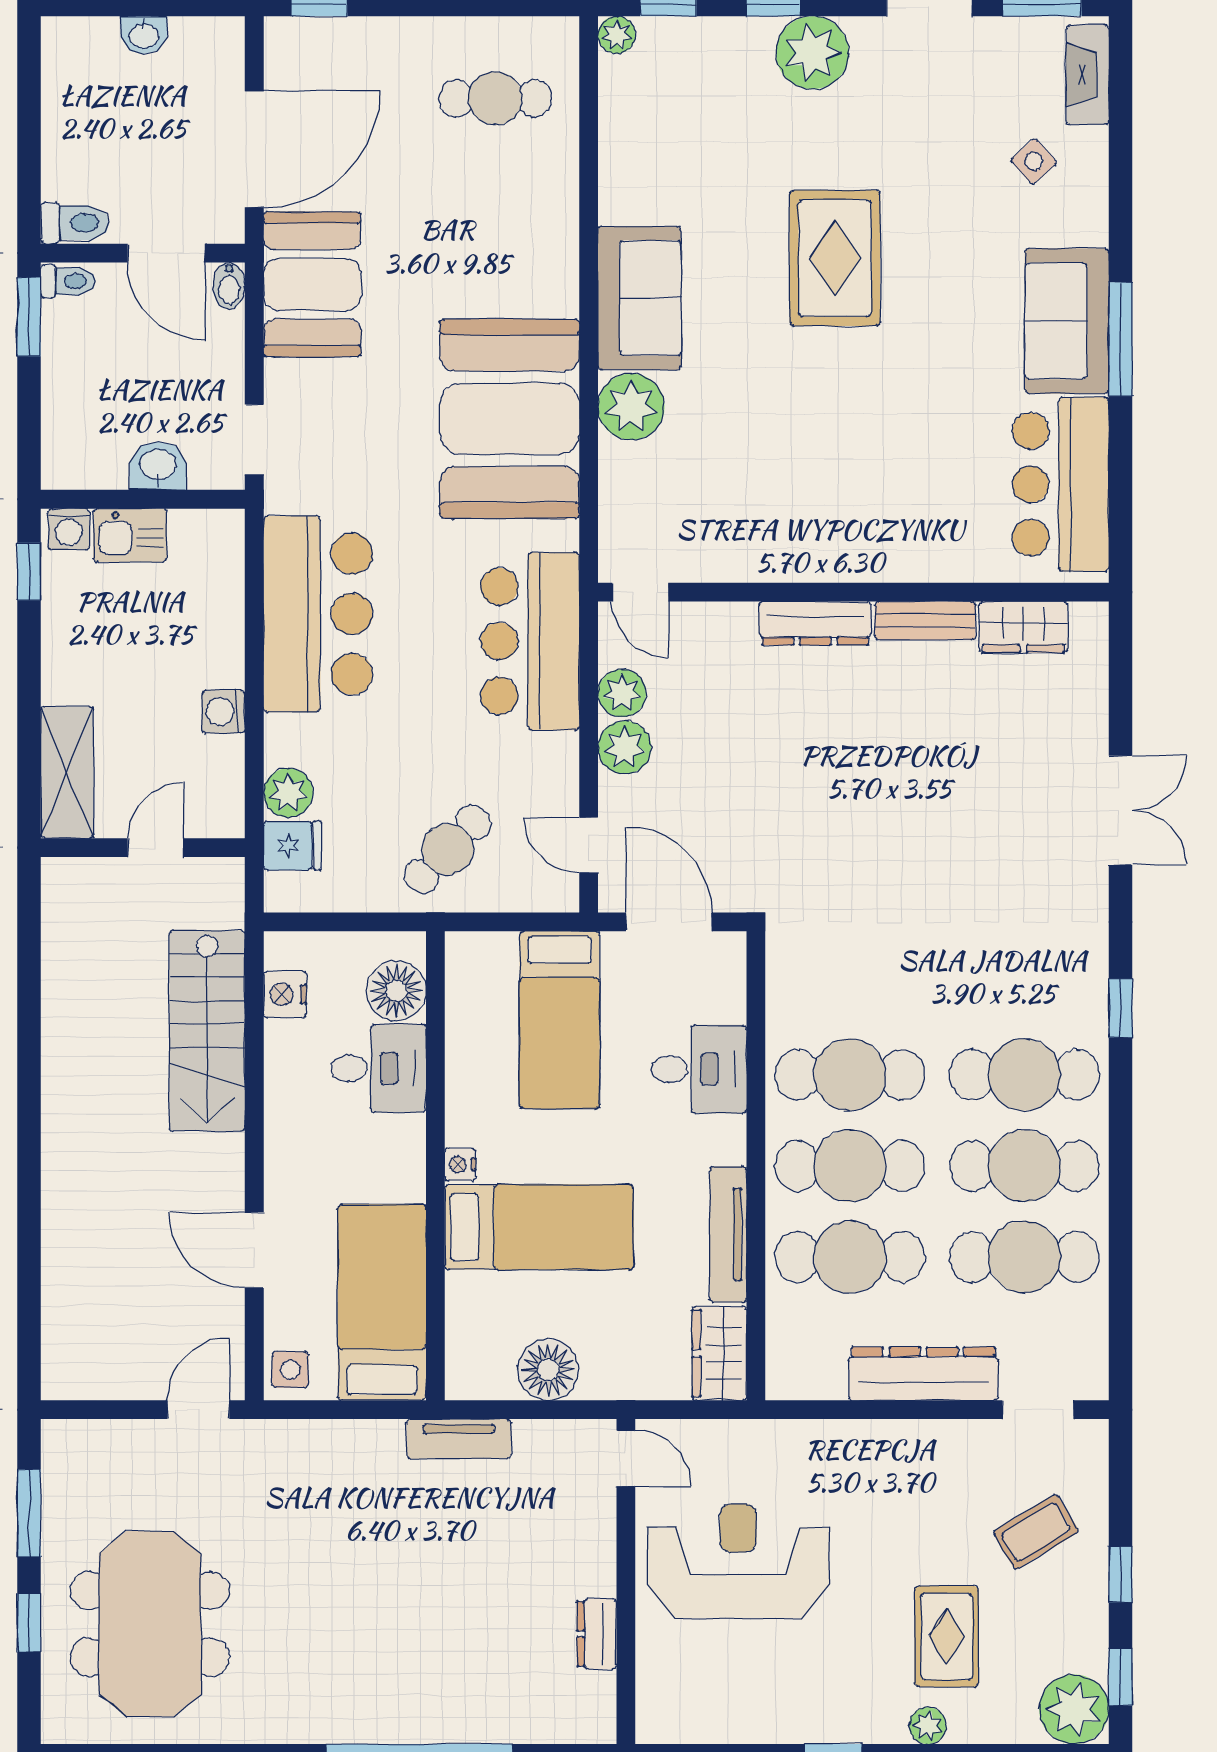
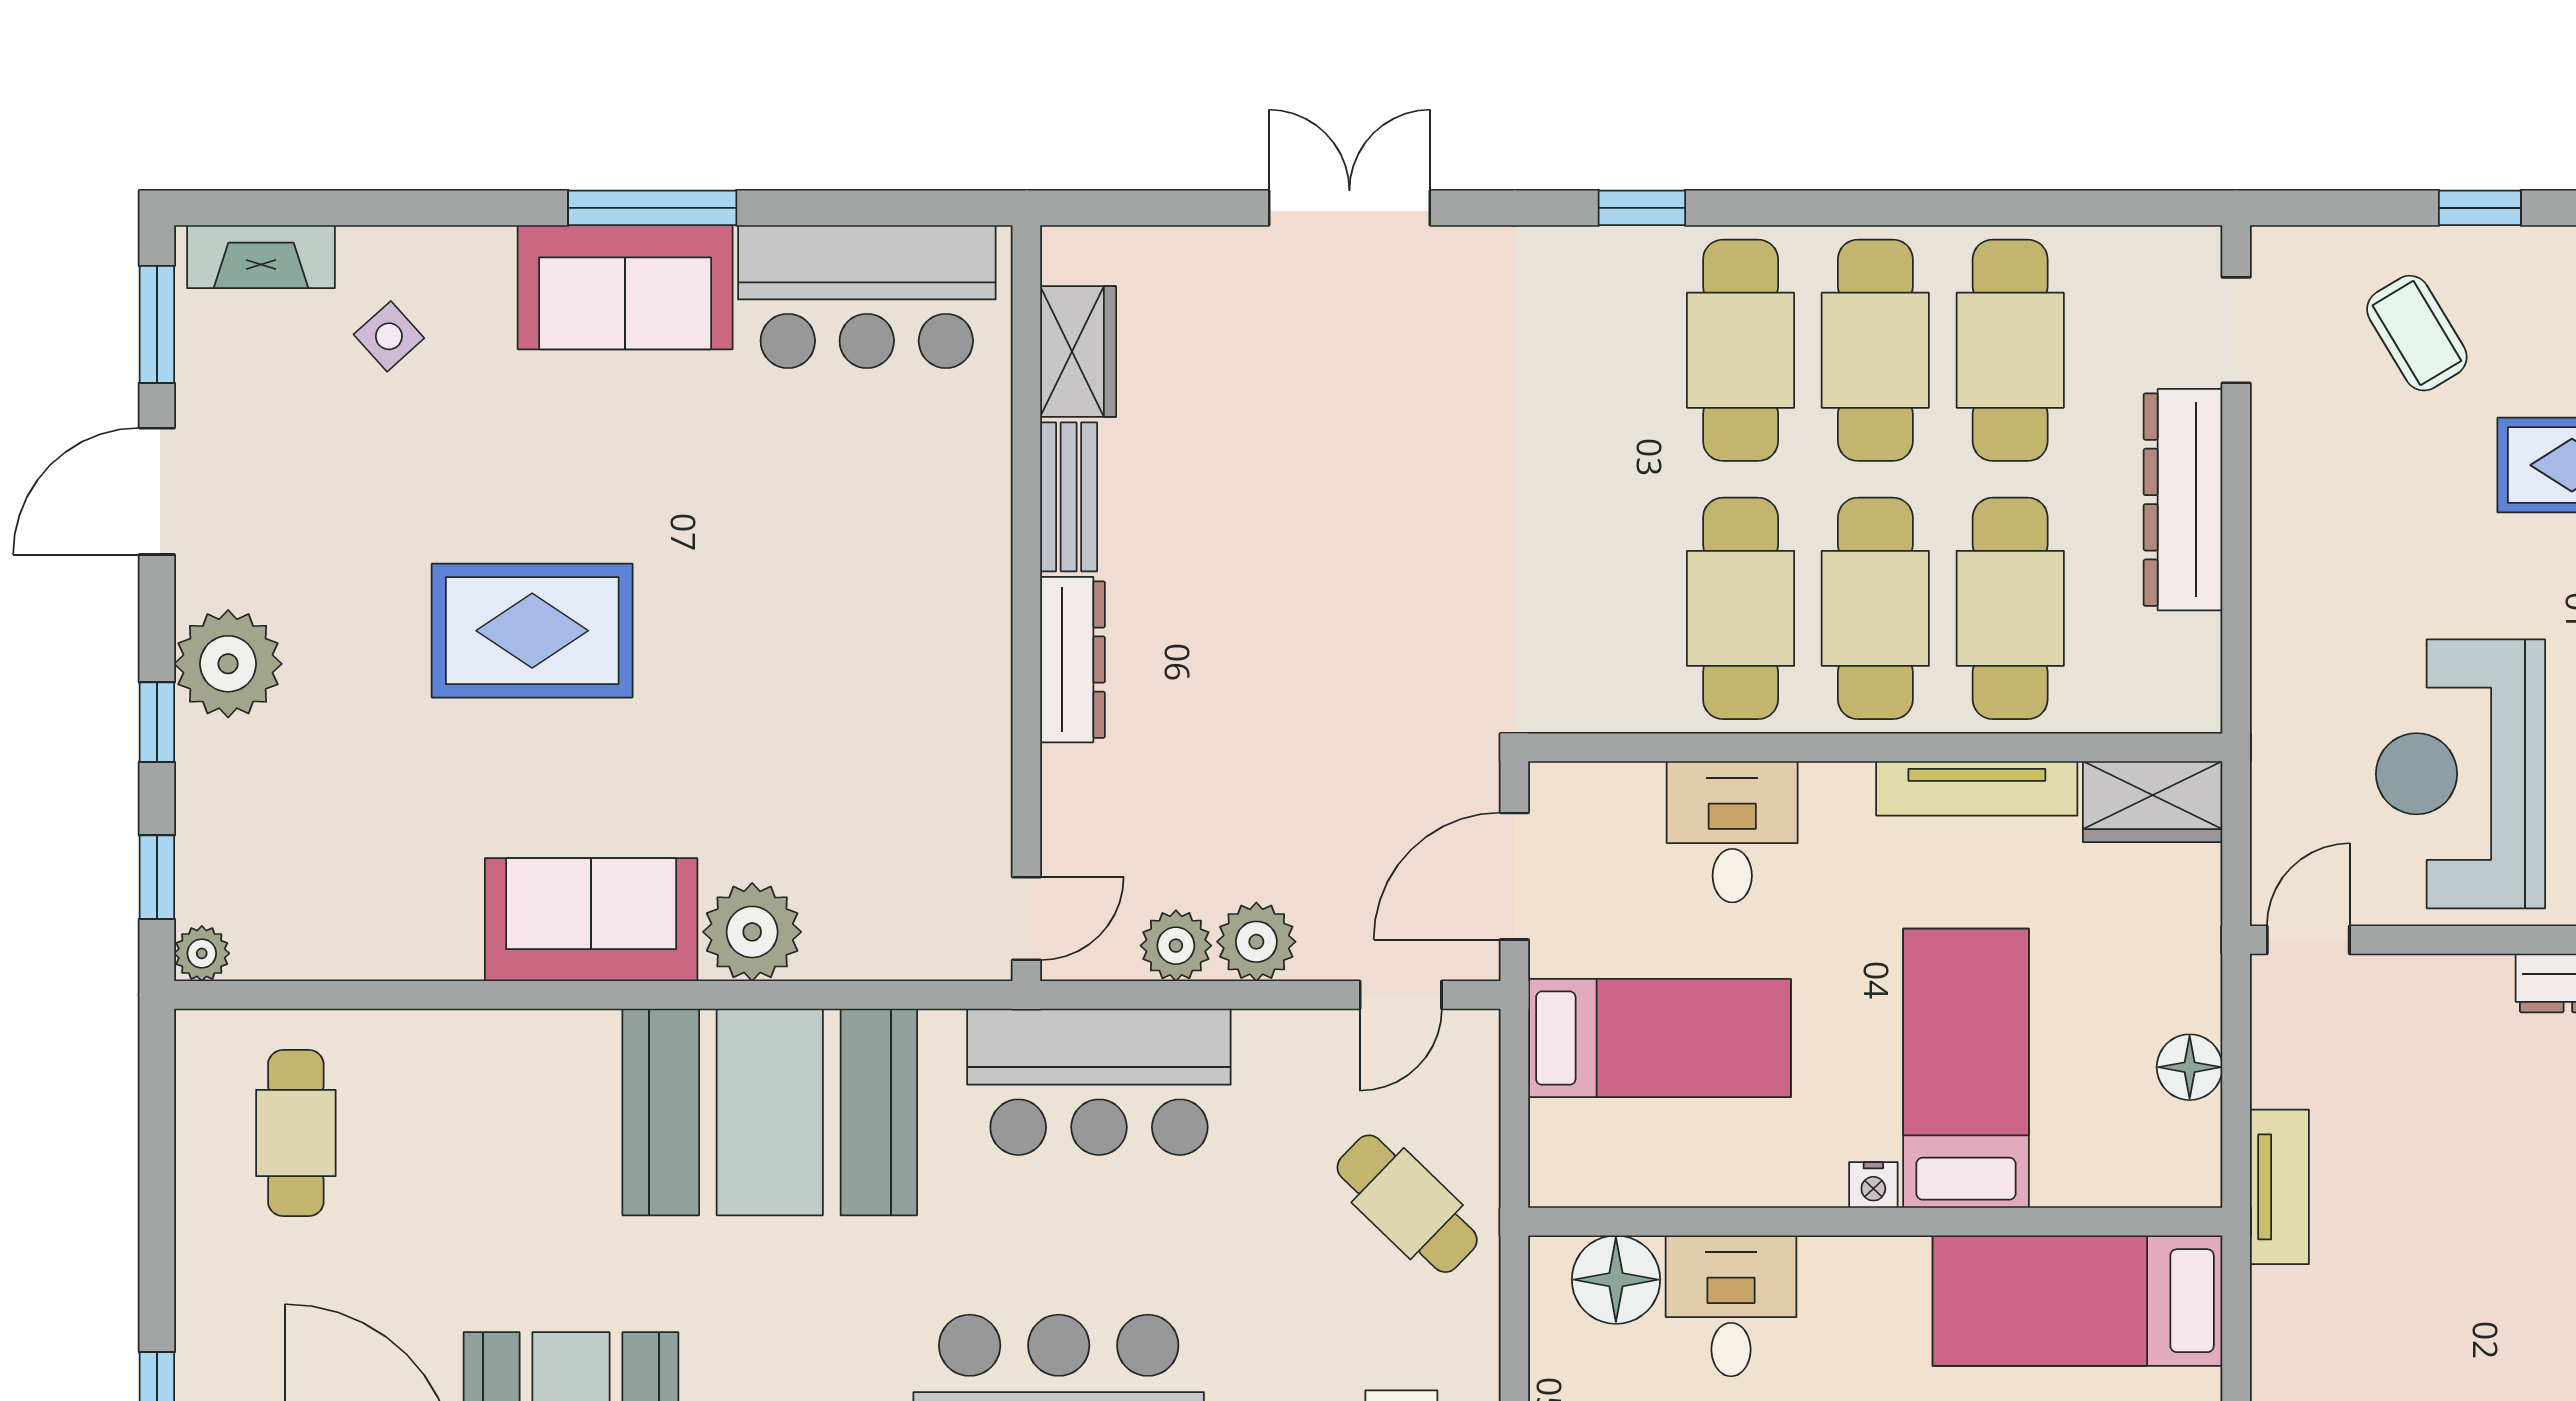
floor lamp: (548, 1370) -> (2190, 1067), width x0.73, depth x0.73

